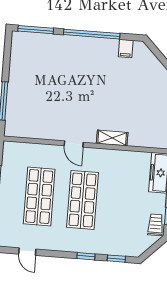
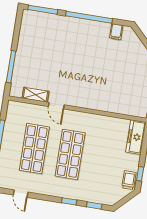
shelving: (112, 138) -> (35, 95), moved
door: (74, 144) -> (56, 106), moved

